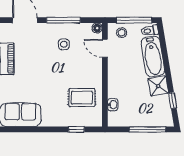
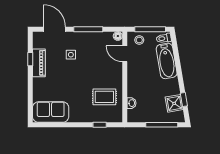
side table: (64, 44) -> (71, 55), moved
shower: (158, 86) -> (174, 103), moved

